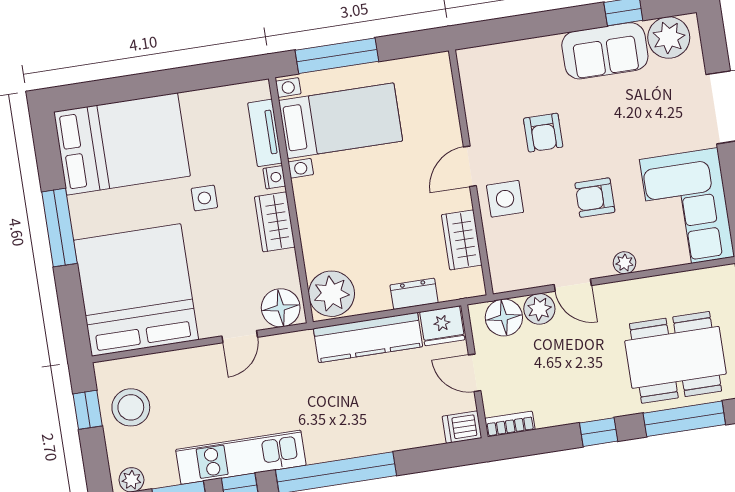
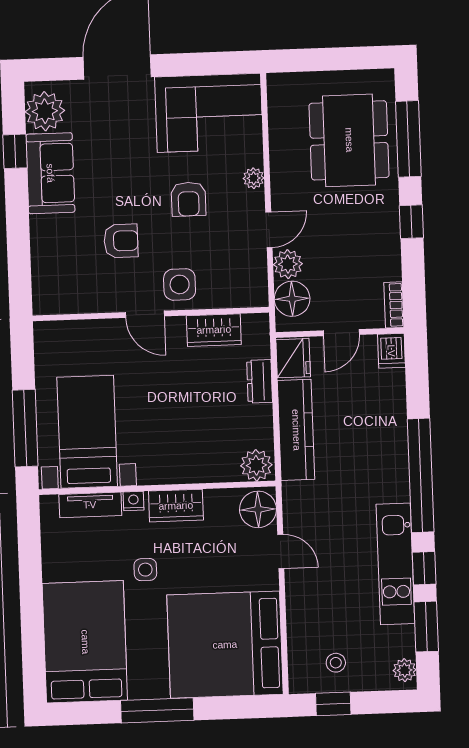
plant: (331, 294) -> (256, 465), width x0.73, depth x0.73
stool: (131, 407) -> (336, 663), width x0.53, depth x0.53

